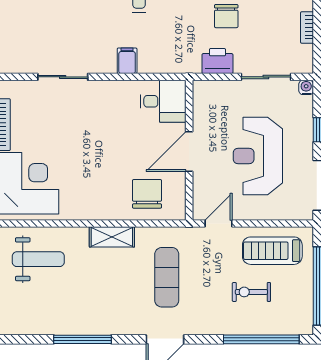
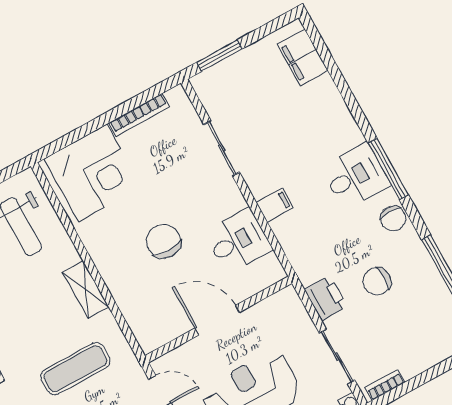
bookcase: (307, 27) -> (385, 385), moved
desk: (163, 101) -> (238, 241), moved, turned -90
chair: (147, 194) -> (164, 241), moved, turned -90

